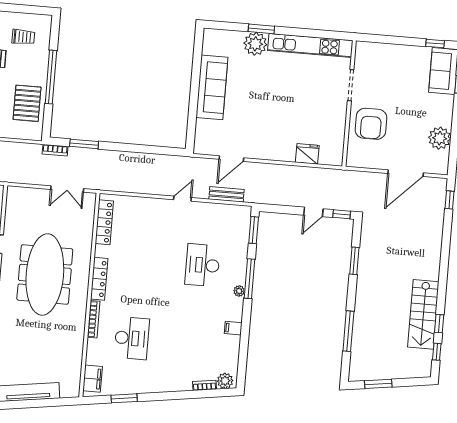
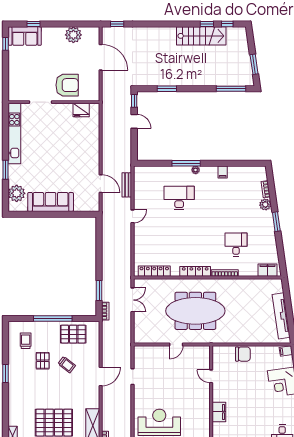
plant: (255, 44) -> (17, 193), moved
fridge: (307, 154) -> (81, 110), moved, turned -90
door: (182, 199) -> (133, 216), swing flipped
window: (254, 230) -> (151, 163), removed
desk: (203, 265) -> (179, 198), turned 180
window: (348, 331) -> (231, 89), moved
desk: (132, 338) -> (236, 244), width x0.73
plant: (225, 381) -> (265, 204), moved
window: (124, 398) -> (276, 222), moved

